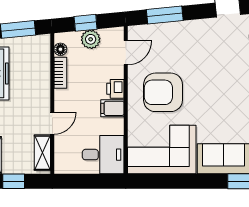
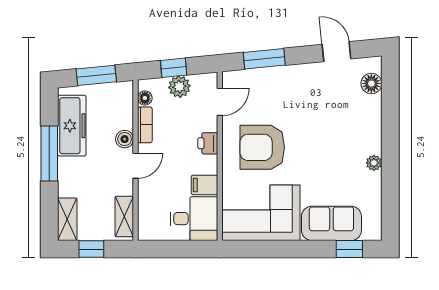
boiler: (43, 85) -> (125, 139), added
filing cabinet: (112, 108) -> (204, 185), moved
door: (52, 123) -> (136, 166), moved

